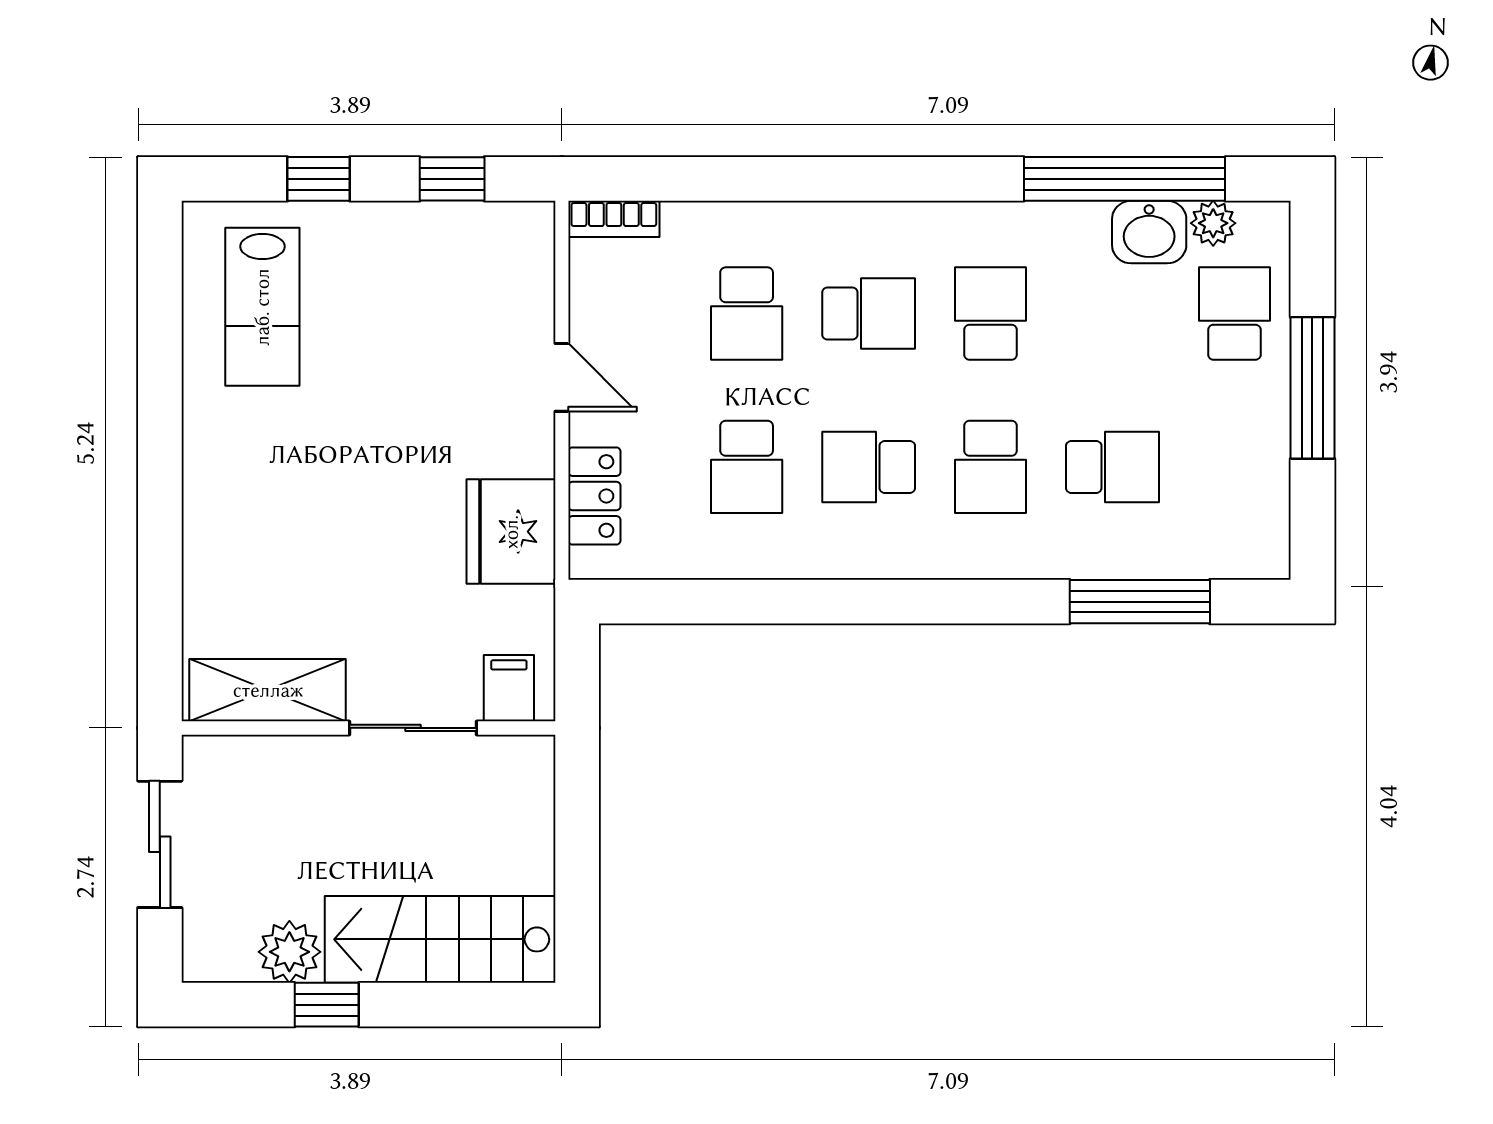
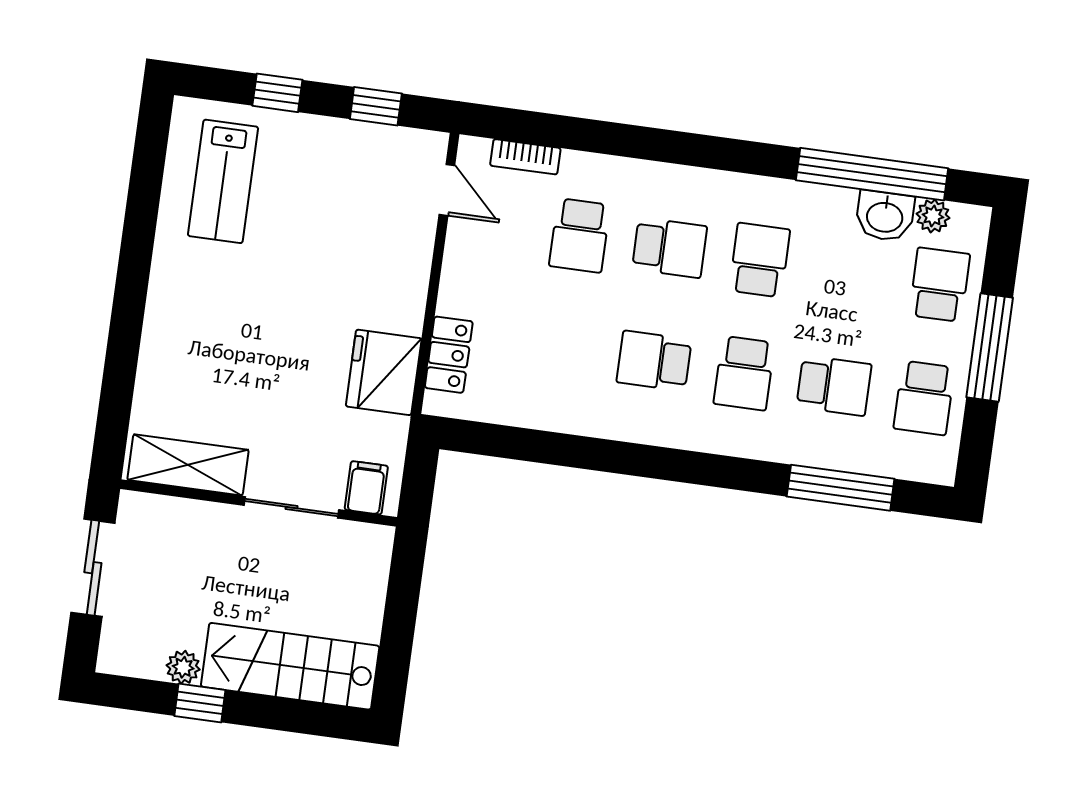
bookcase: (614, 219) -> (525, 157), moved
door: (562, 377) -> (447, 190), moved
school desk: (747, 467) -> (924, 398), moved
plant: (289, 952) -> (183, 667), width x0.73, depth x0.73

